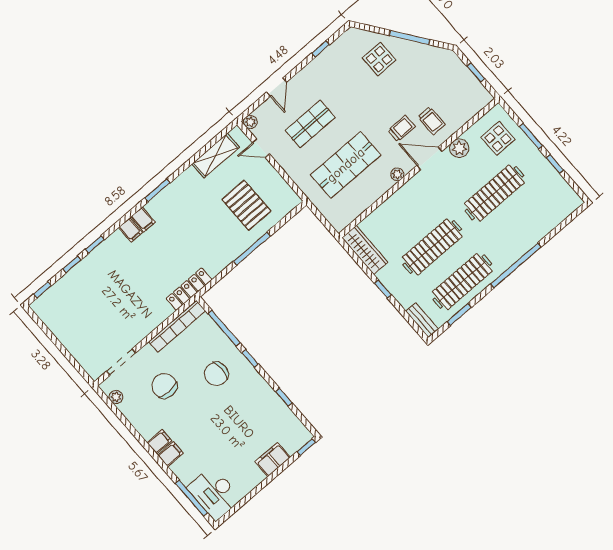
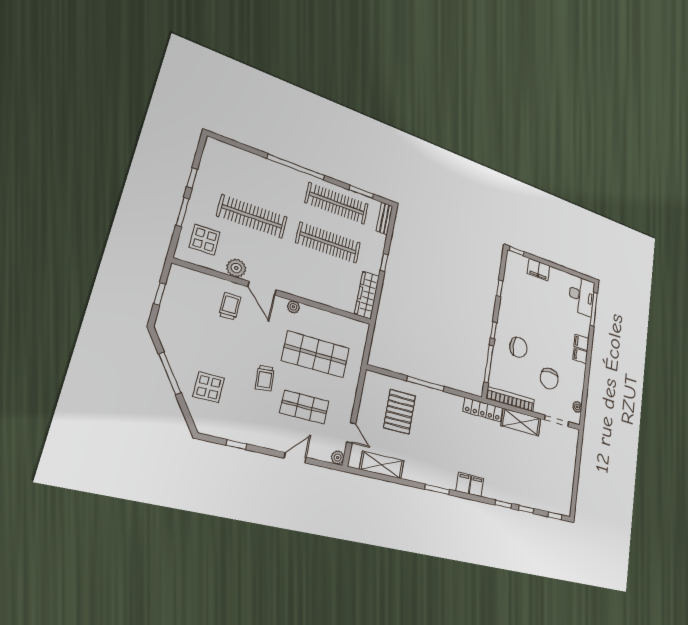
trolley: (402, 128) -> (265, 378), moved, turned -95
shelving: (149, 321) -> (521, 422), added

